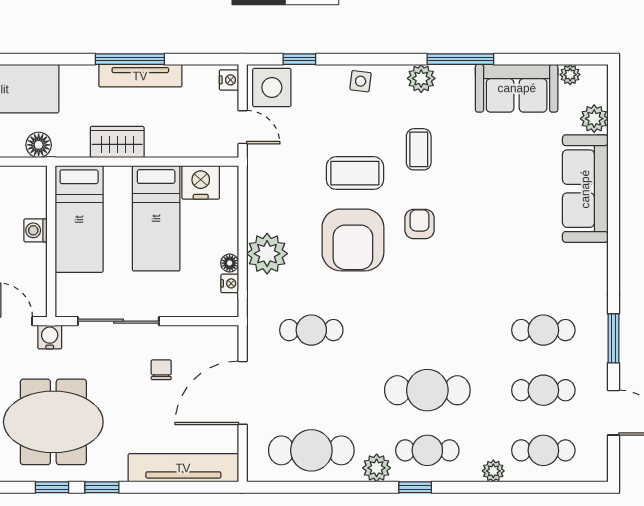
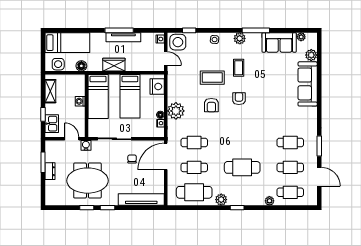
nightstand: (201, 182) -> (157, 86), moved, turned 90
armchair: (353, 240) -> (211, 105), width x0.53, depth x0.53
door: (243, 393) -> (166, 156), moved
cafe table: (427, 450) -> (194, 167), moved

